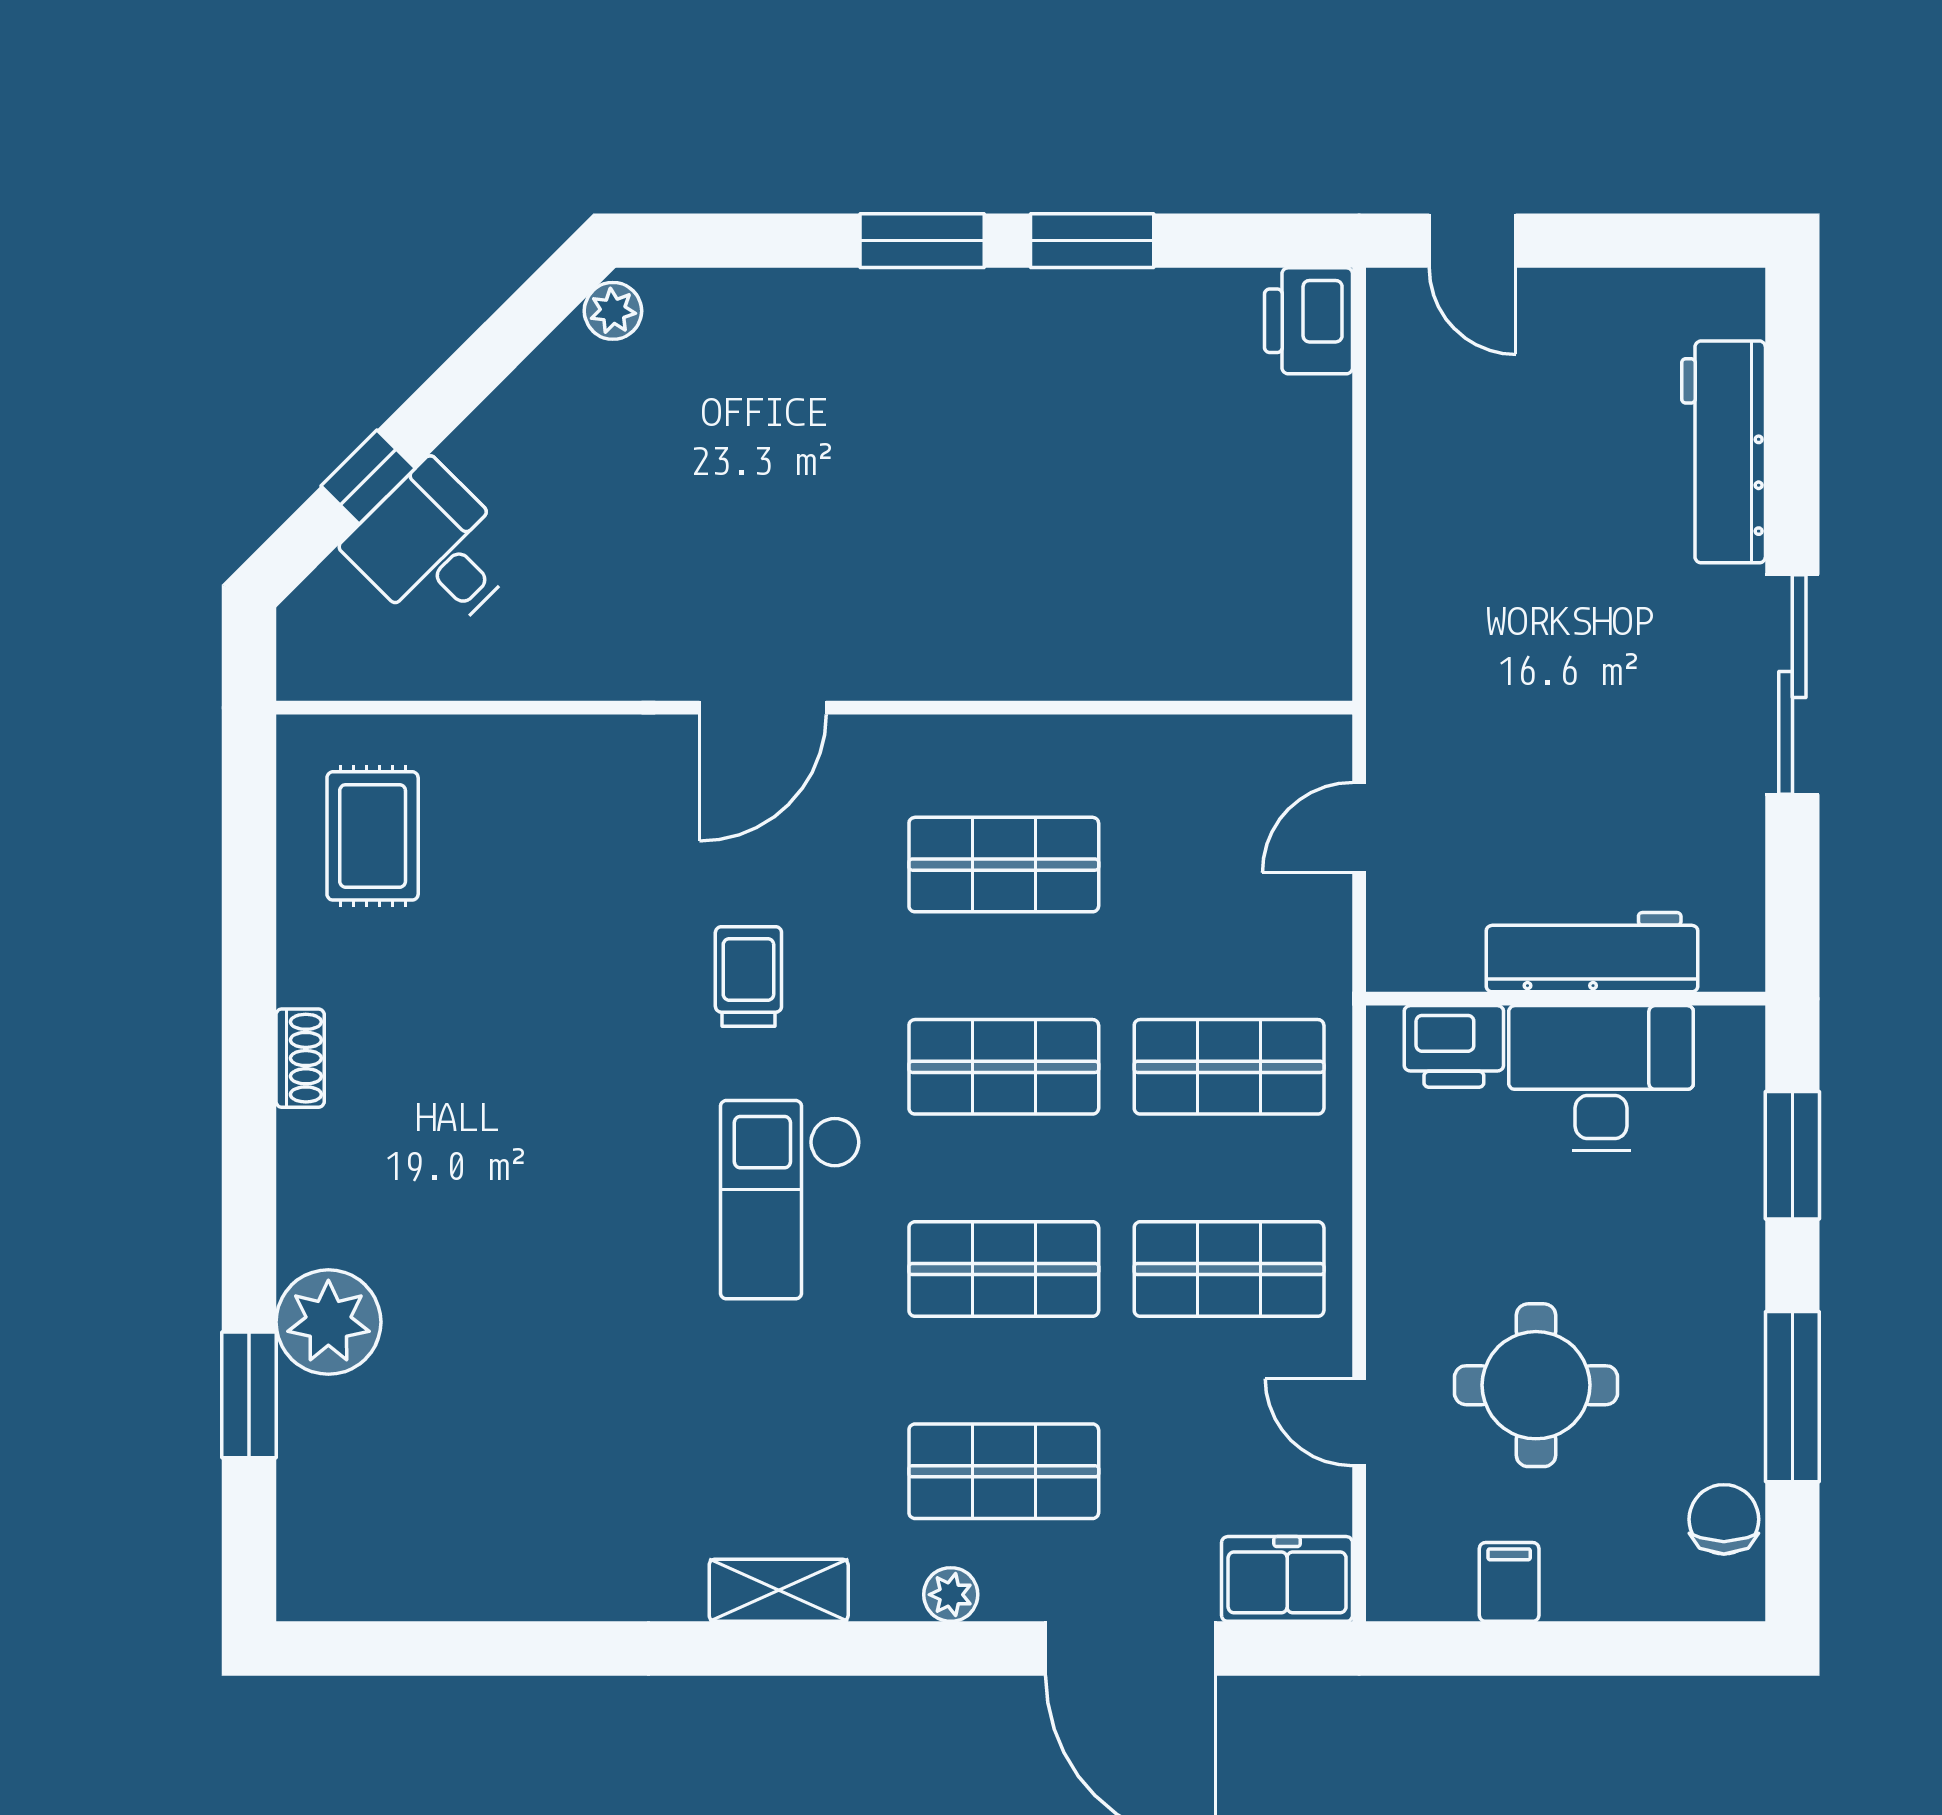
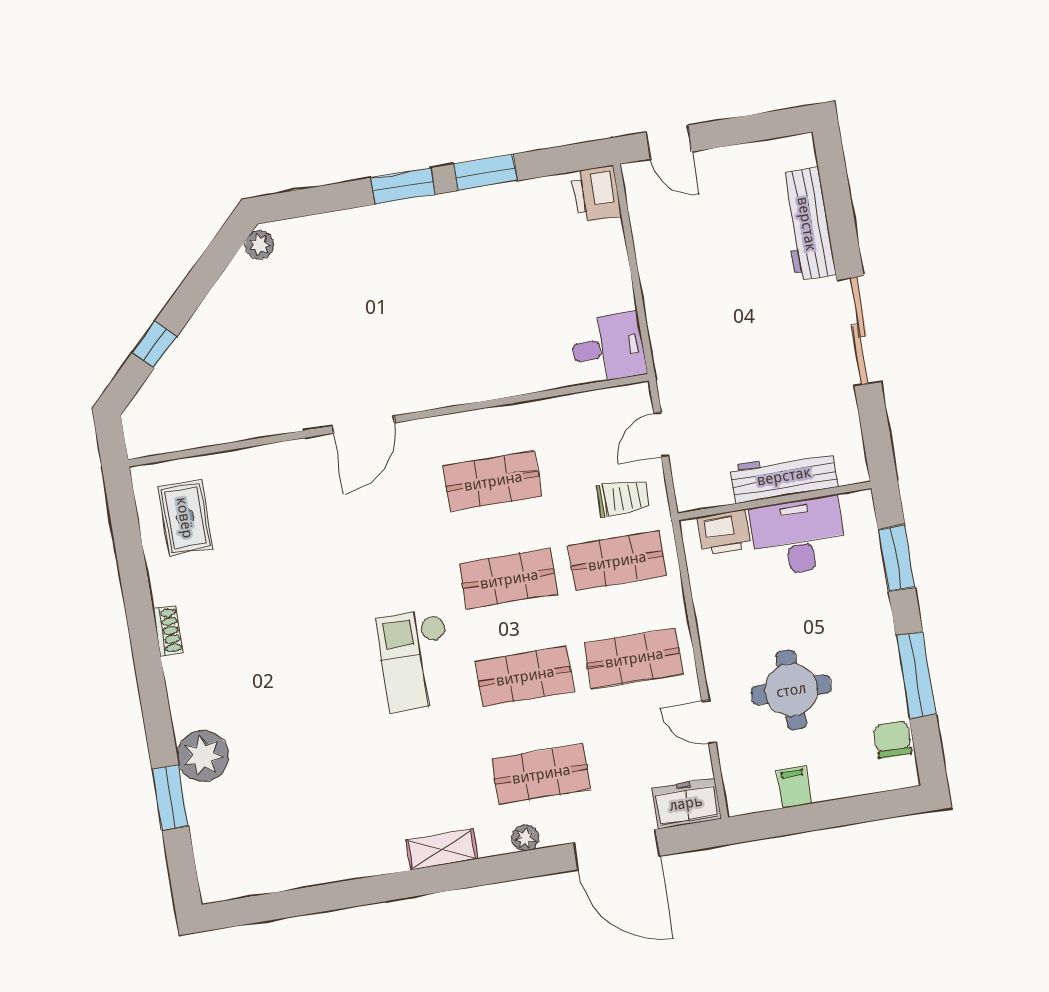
desk: (434, 550) -> (608, 348), moved, turned 135
trolley: (748, 976) -> (623, 498), moved, turned 90

